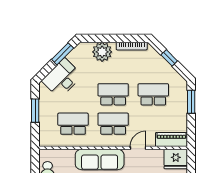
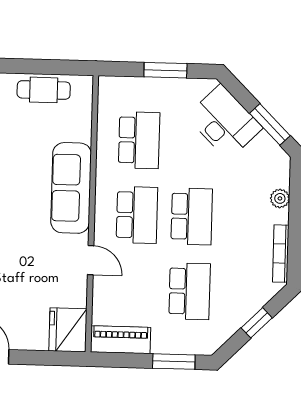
plant: (102, 52) -> (280, 198), width x0.53, depth x0.53
piano: (171, 139) -> (121, 340), moved, turned -90

